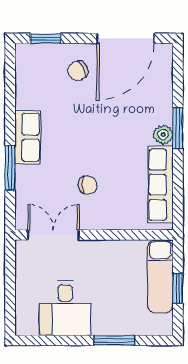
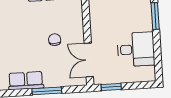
window: (10, 267) -> (111, 87), added

